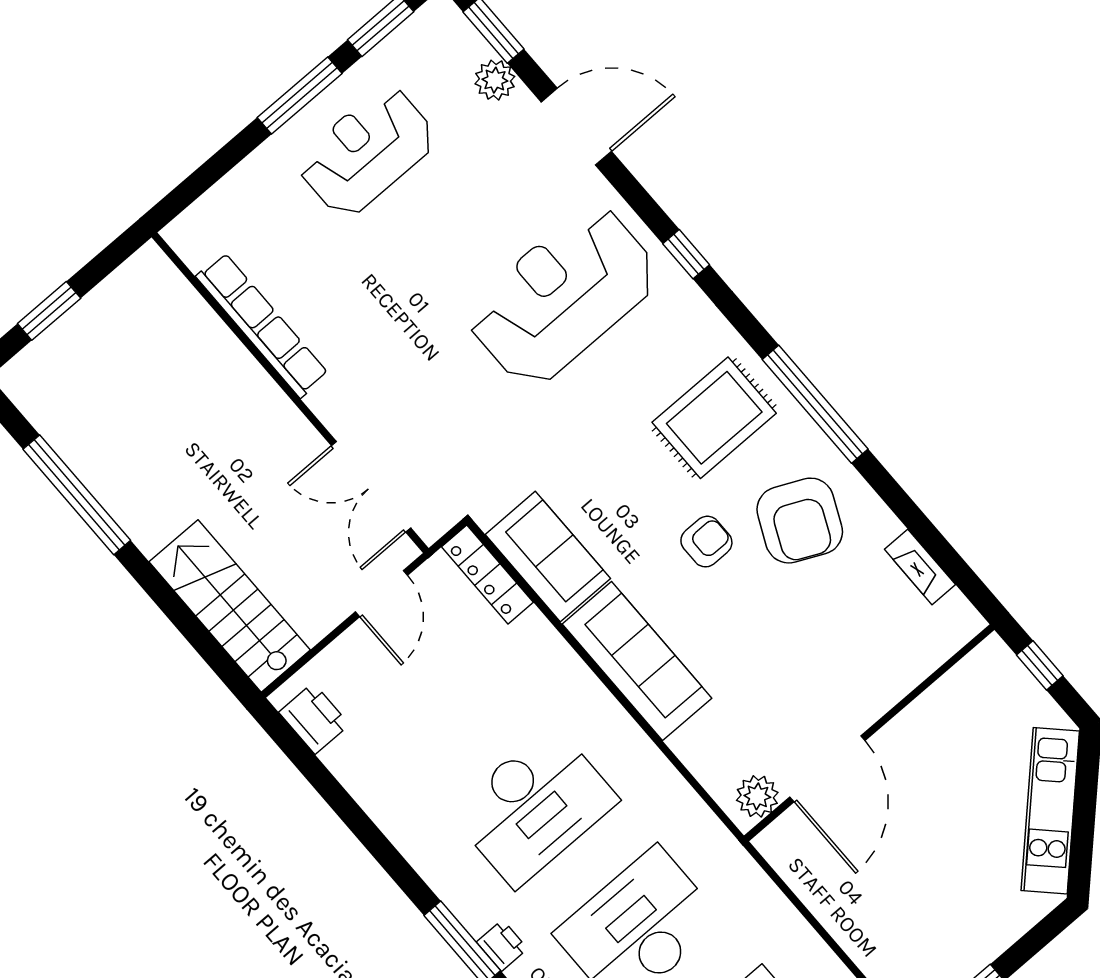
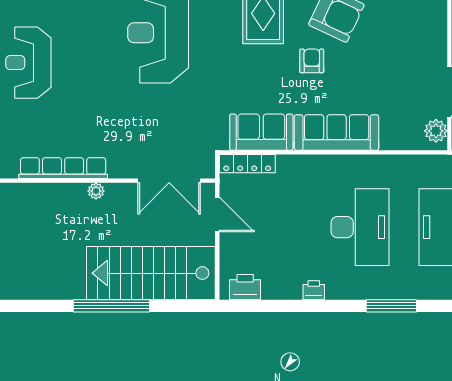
plant: (270, 398) -> (96, 191), added
window: (77, 495) -> (111, 306), moved
stairs: (230, 606) -> (151, 273), width x1.36, depth x1.51
printer: (502, 945) -> (314, 290), moved

